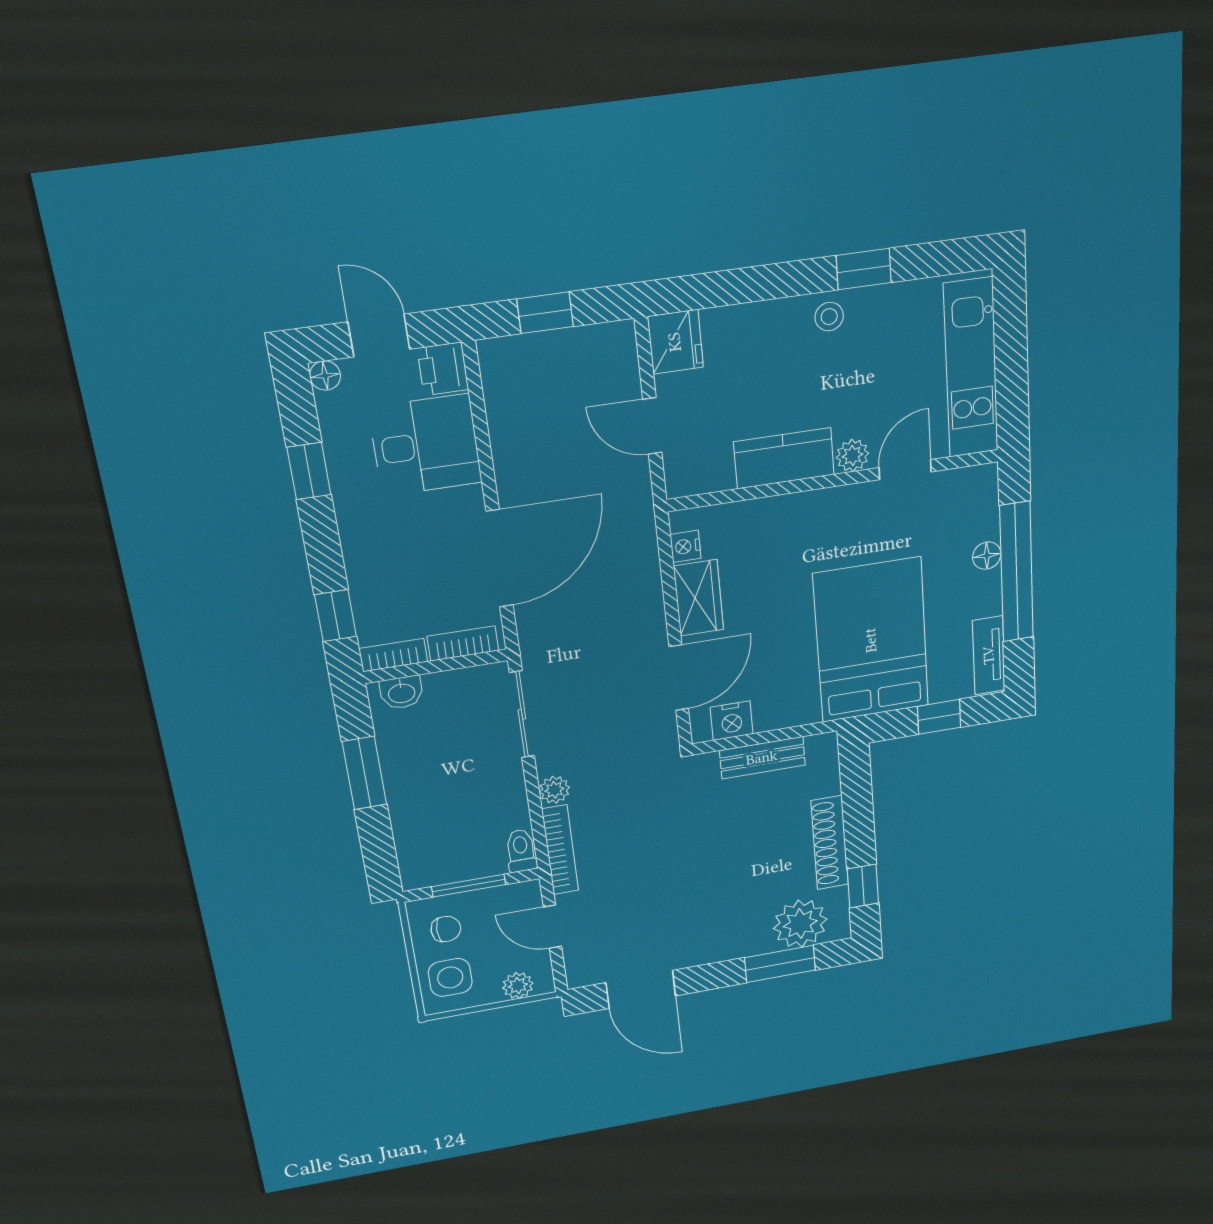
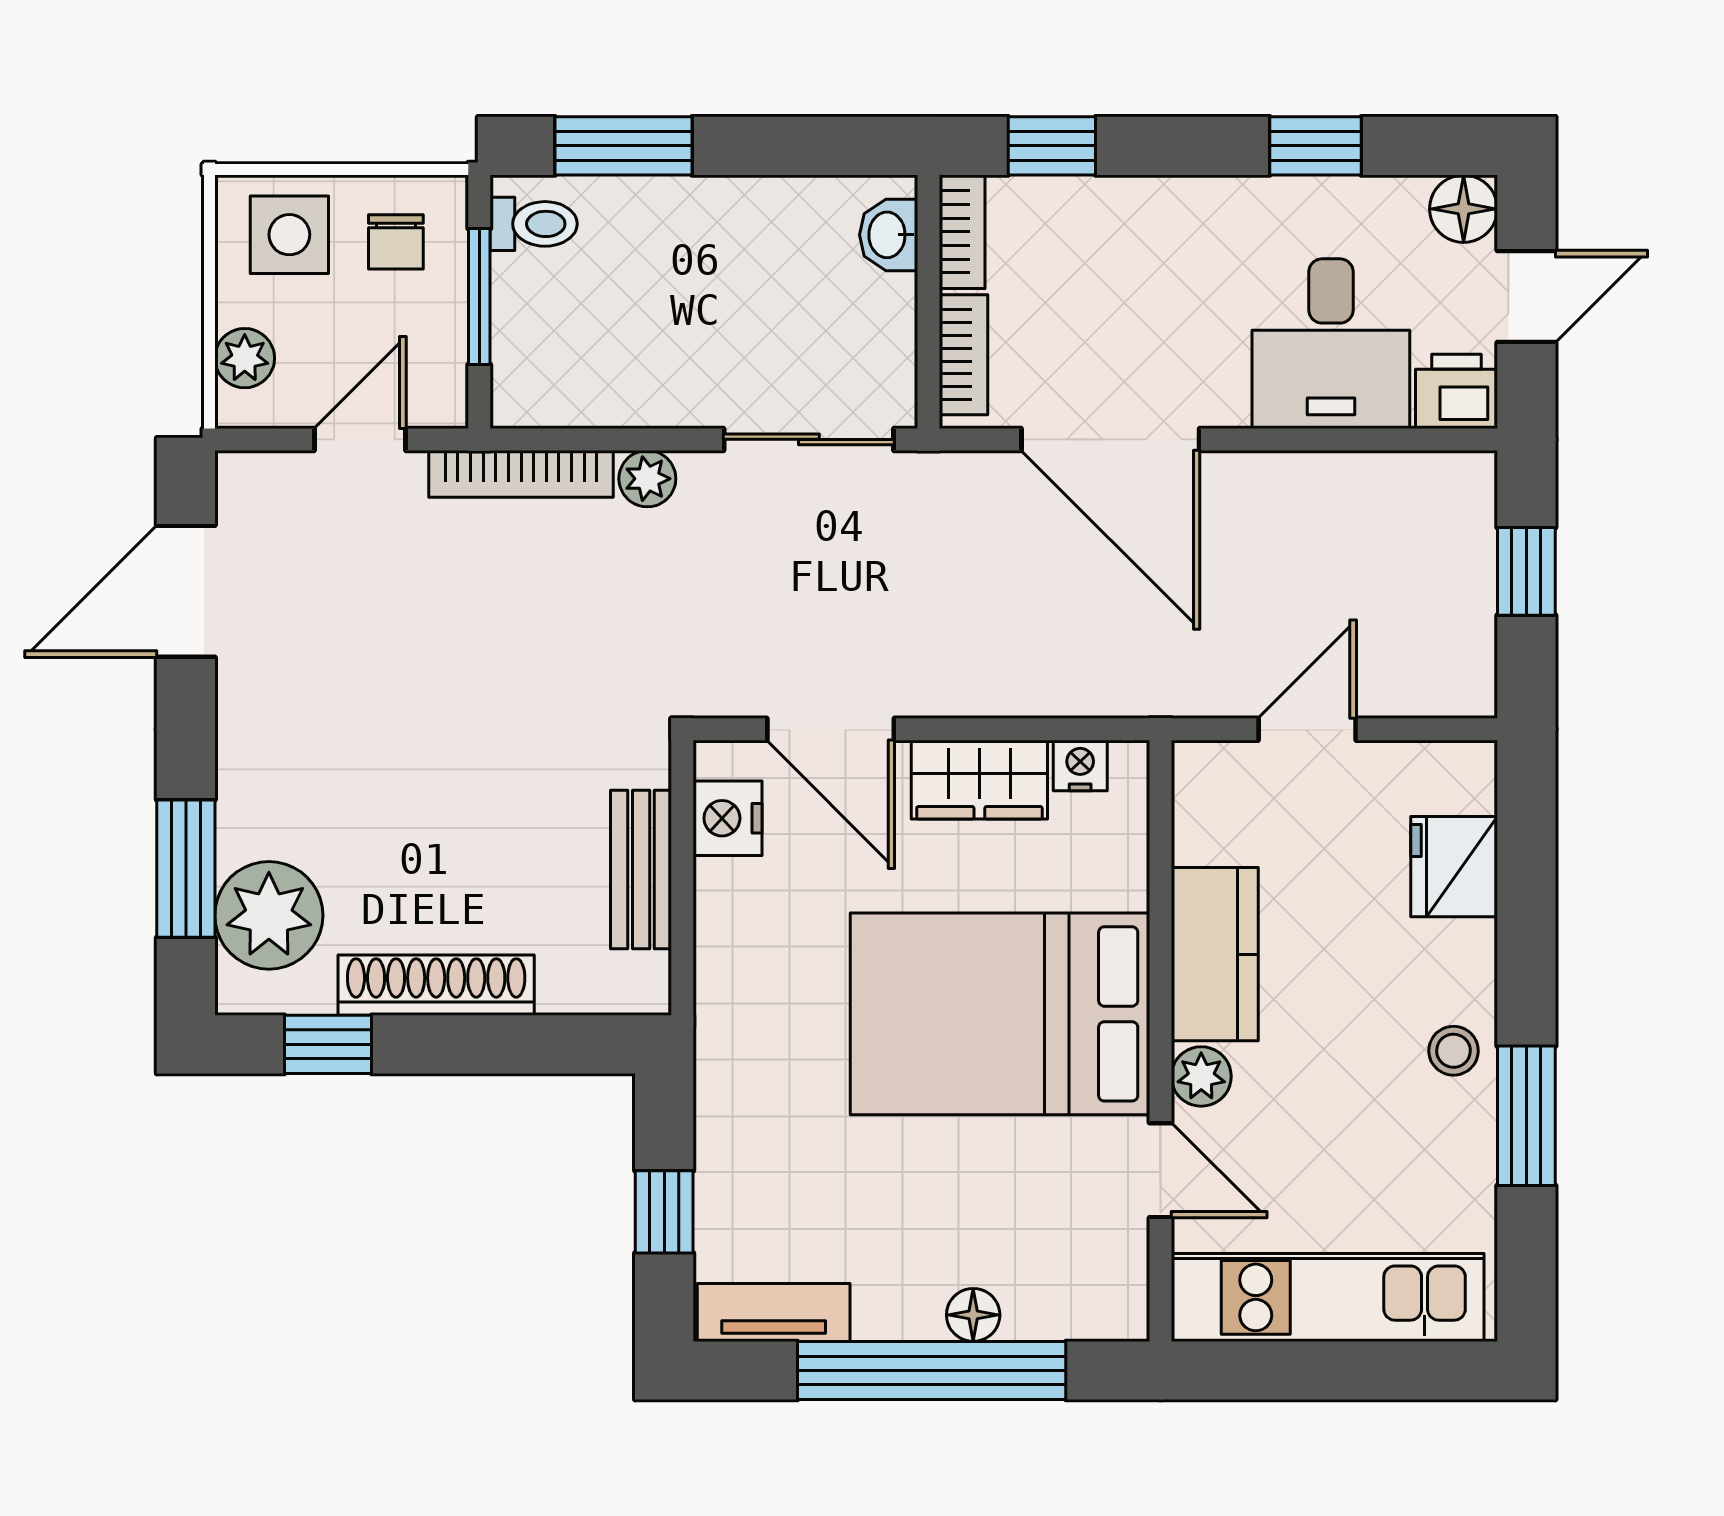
window: (864, 269) -> (1526, 1116), width x1.50
fridge: (675, 342) -> (1454, 867), moved, turned 90
floor lamp: (325, 376) -> (1464, 209), width x1.37, depth x1.37
bed: (871, 640) -> (1000, 1014), moved, turned 180
window: (364, 773) -> (624, 146), moved
toilet: (521, 851) -> (534, 224), moved

